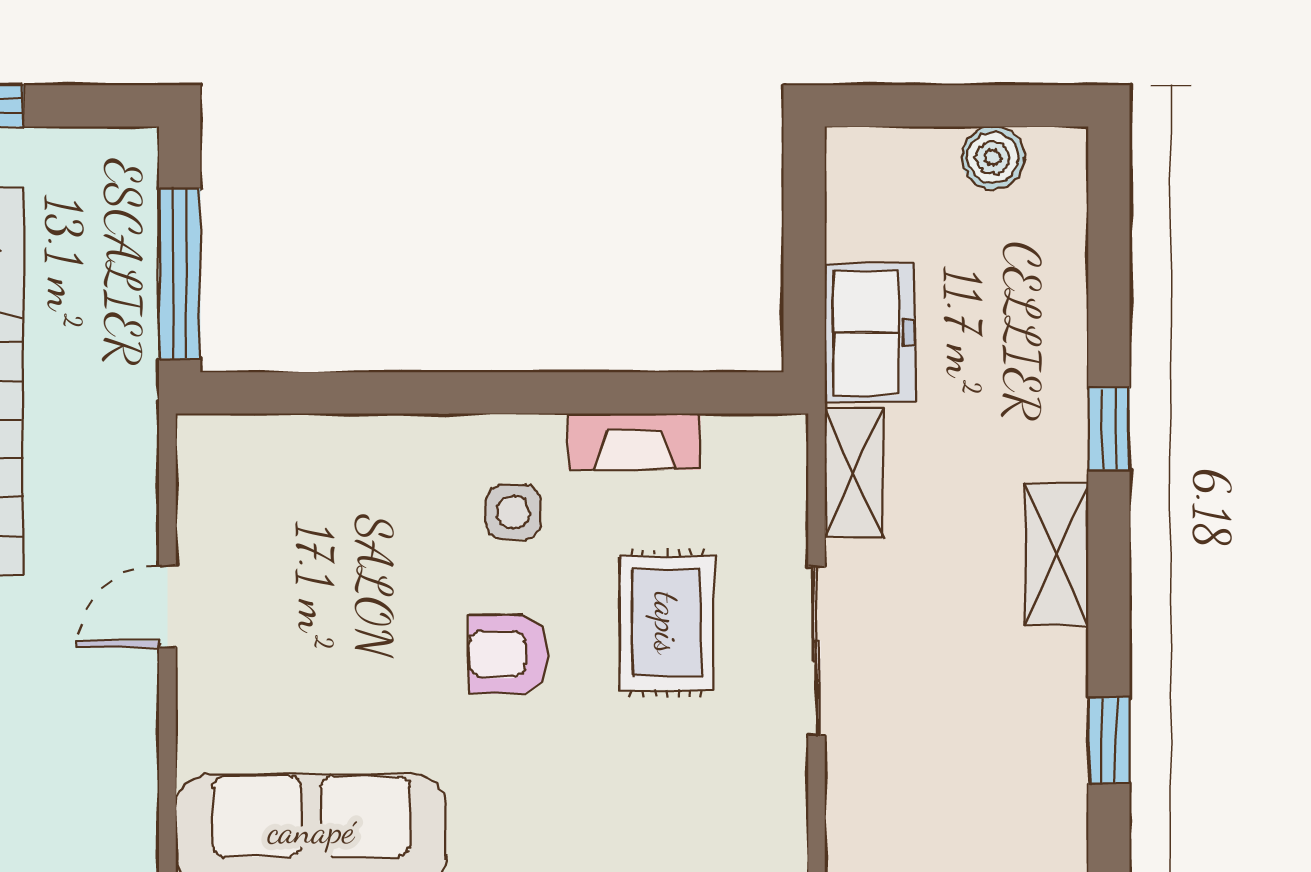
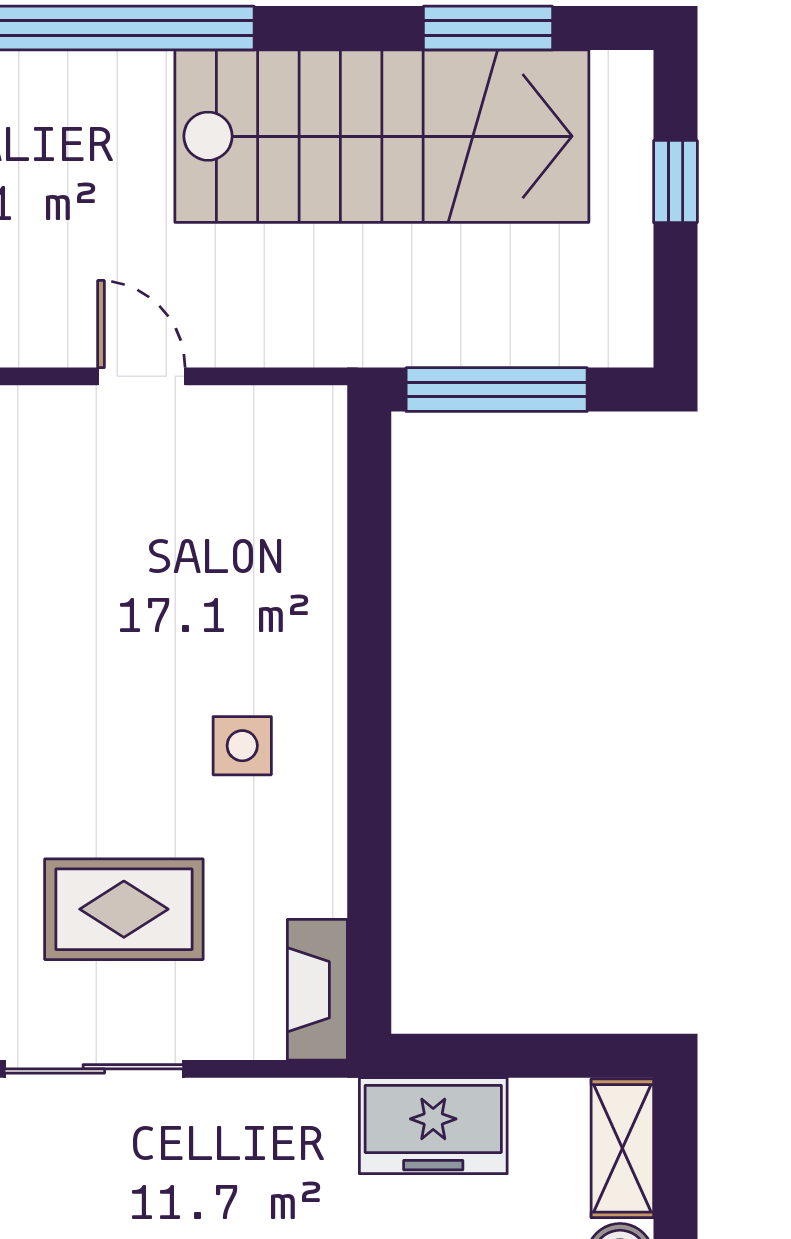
fireplace: (634, 441) -> (317, 990), moved
shelving: (854, 473) -> (622, 1148), moved, turned 90
armchair: (508, 654) -> (90, 740), removed

